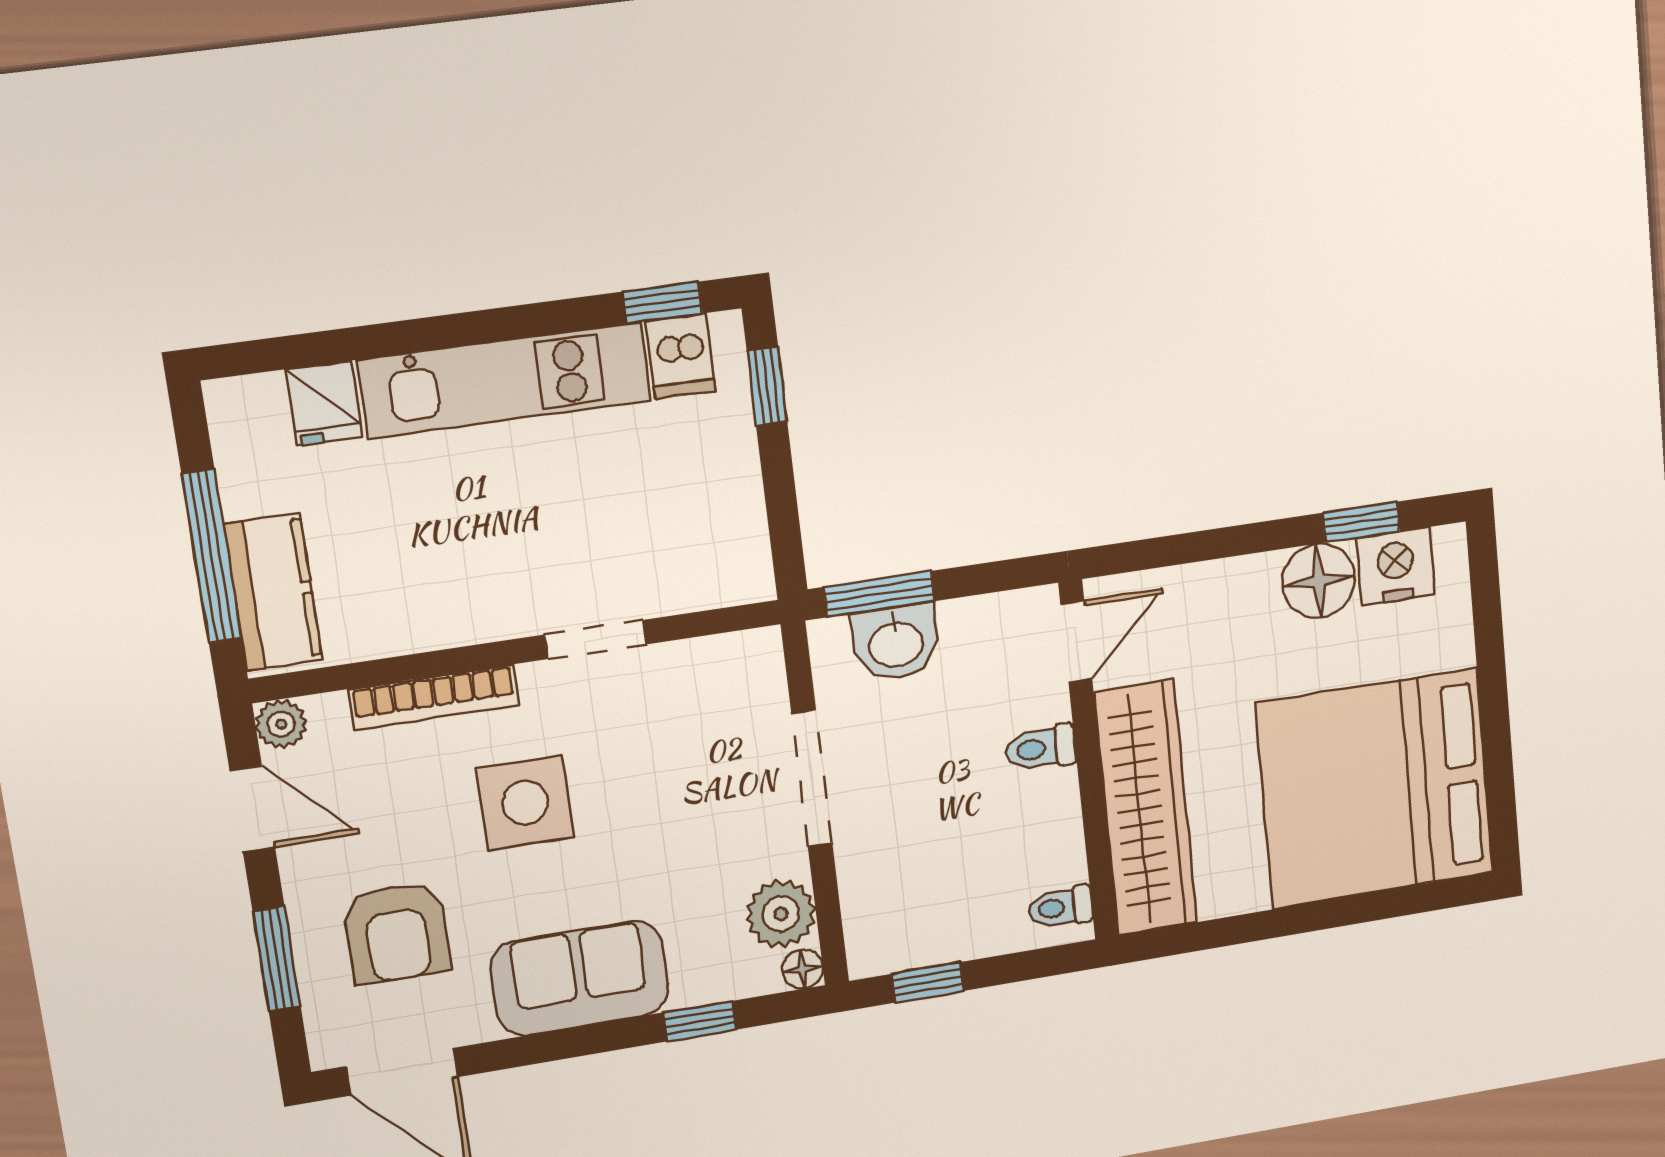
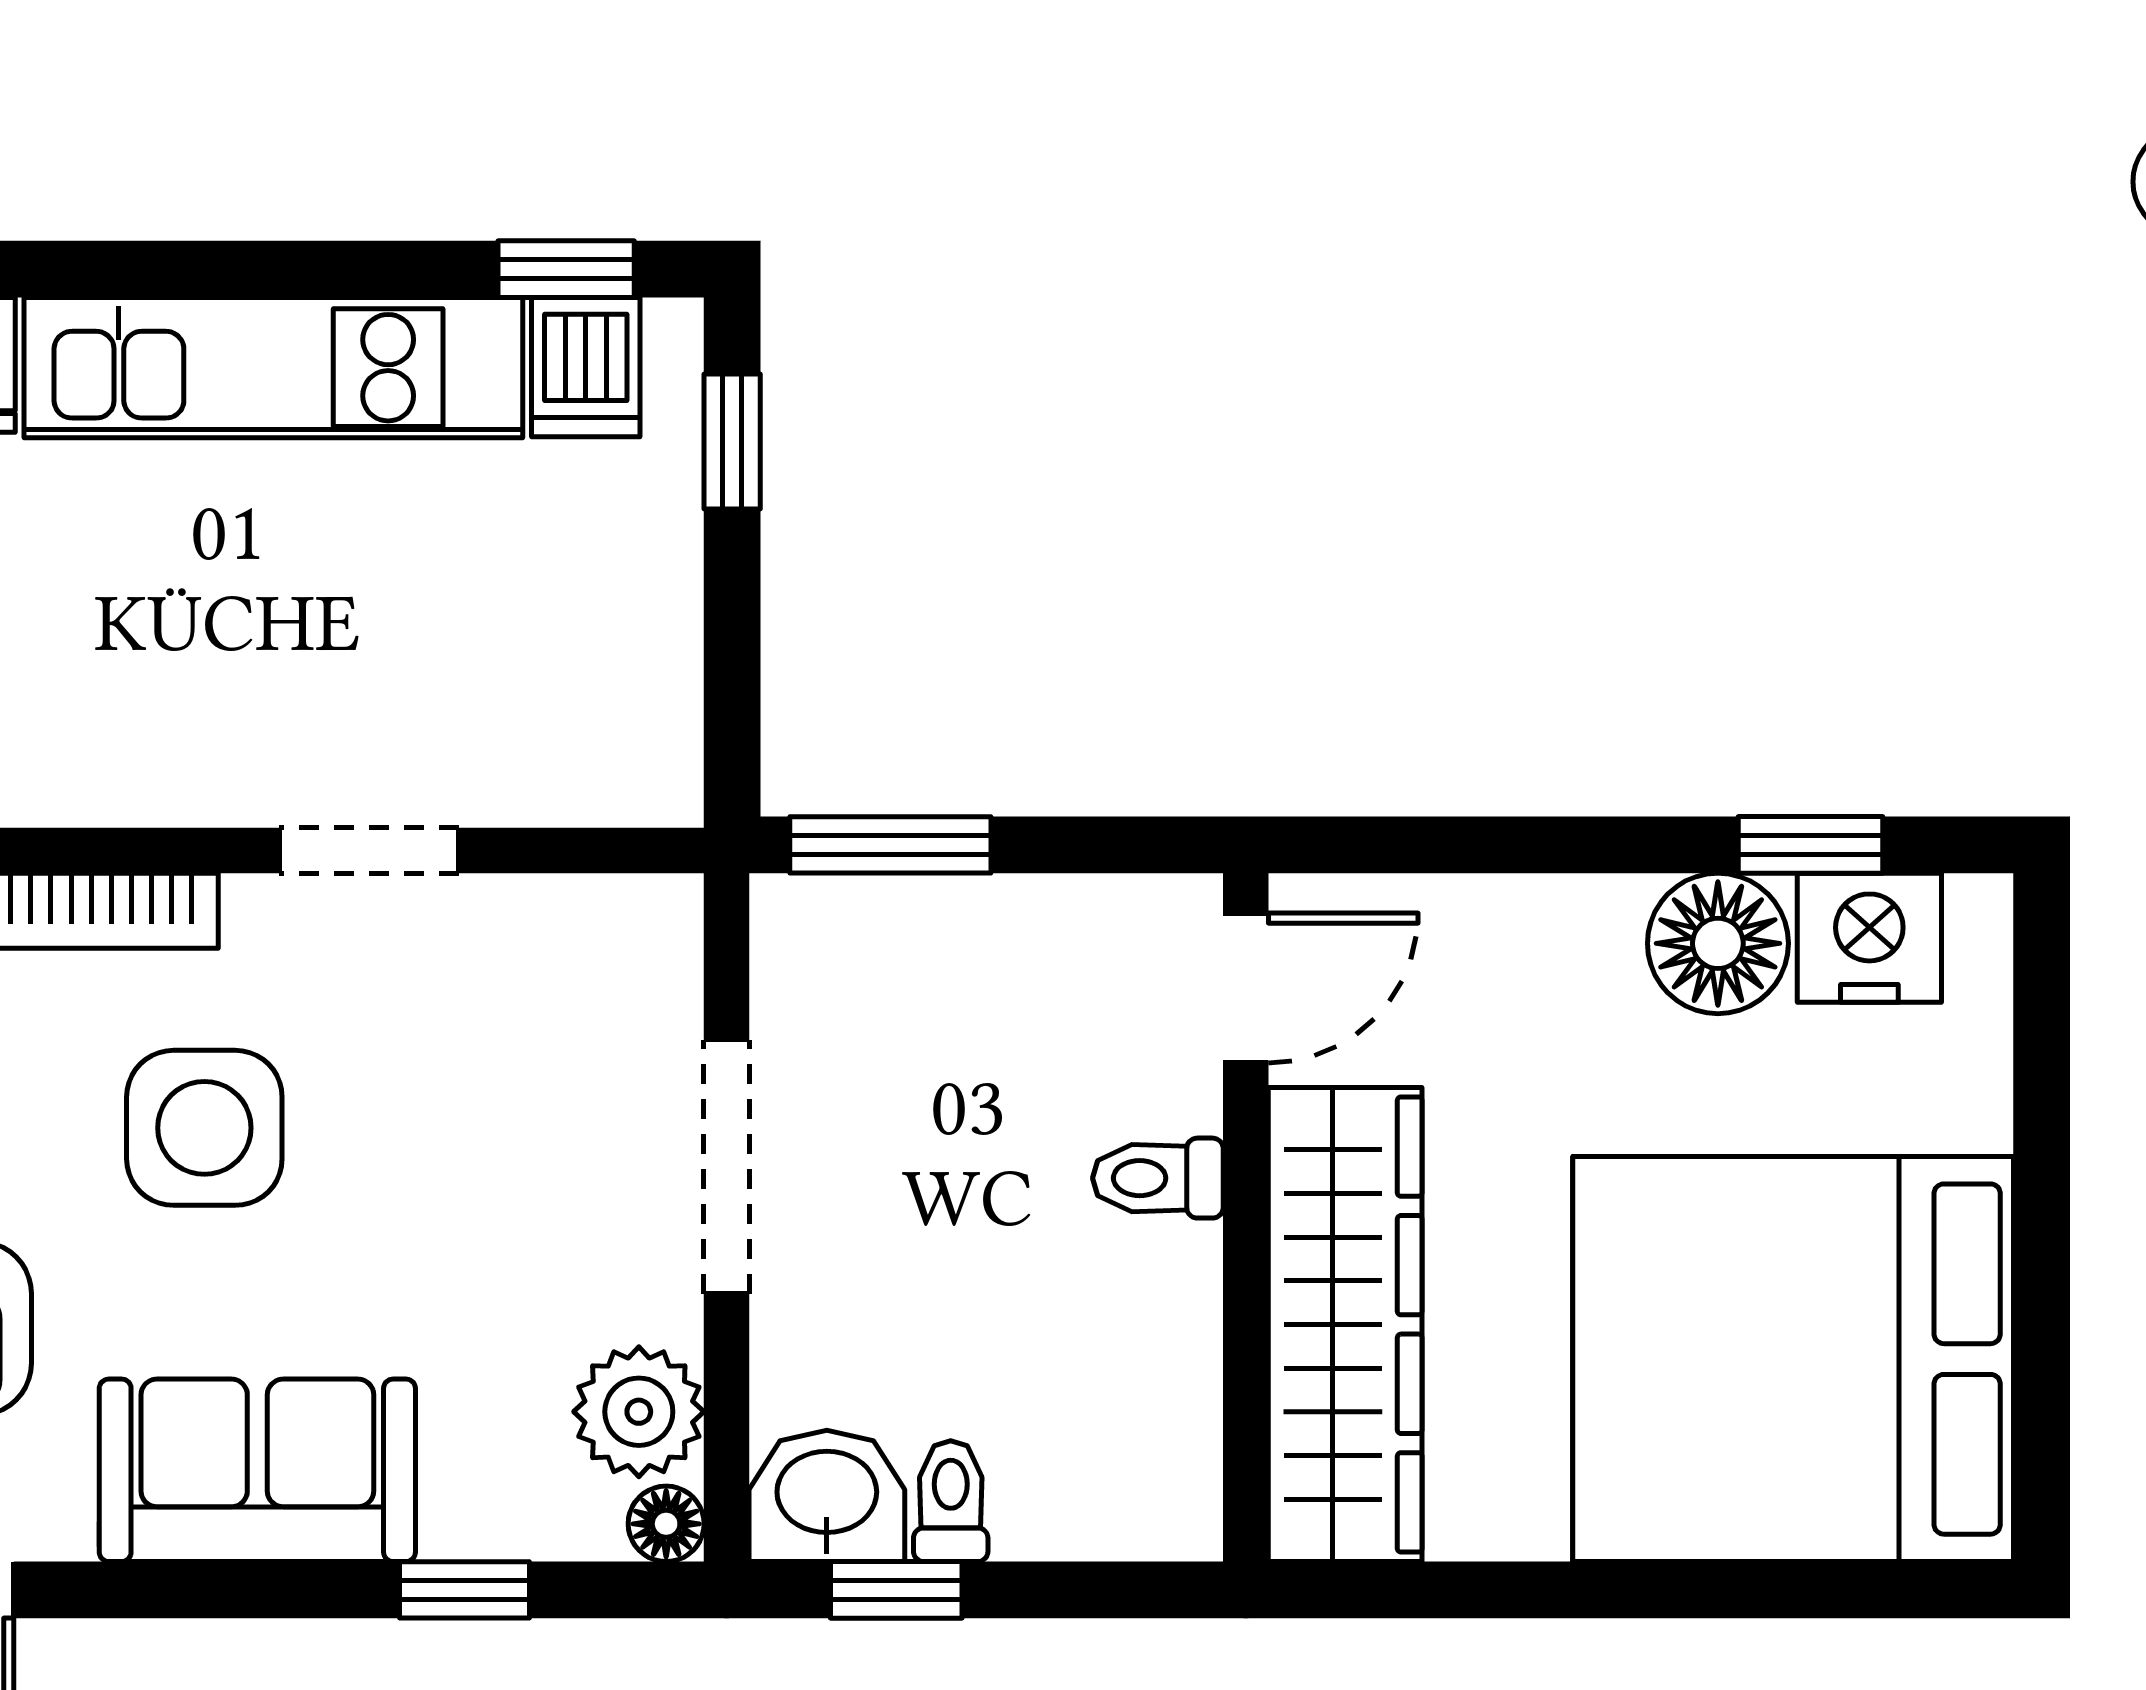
washbasin: (896, 643) -> (827, 1496), moved, turned 180
toilet: (1060, 907) -> (951, 1501), moved, turned 90

